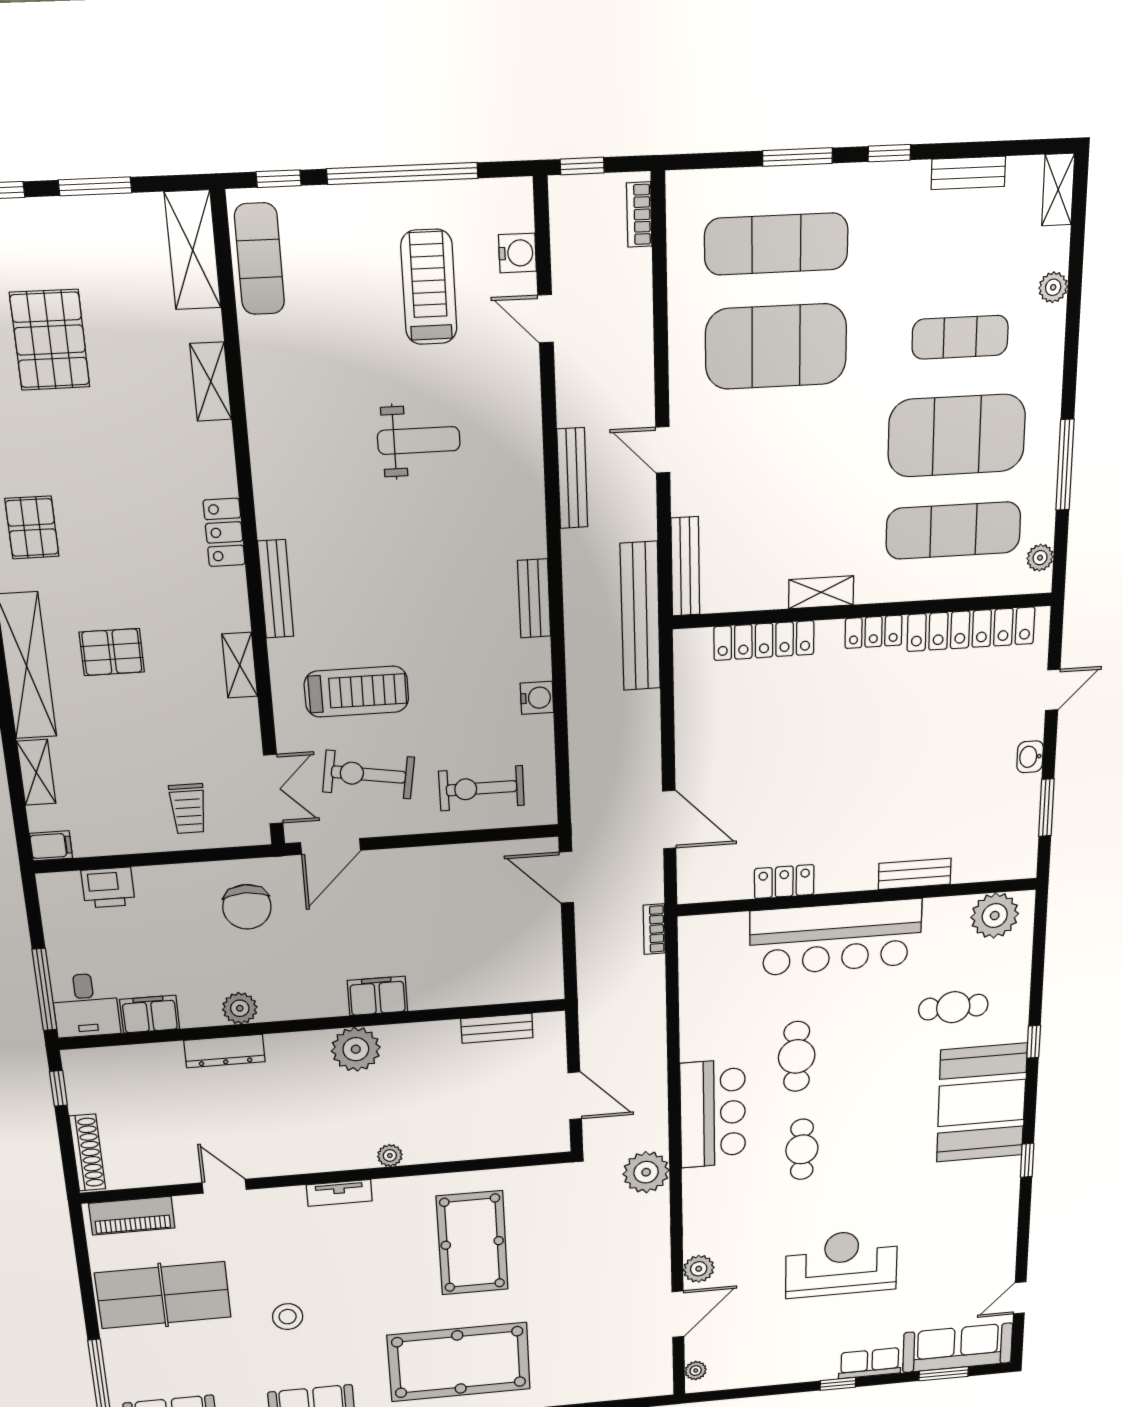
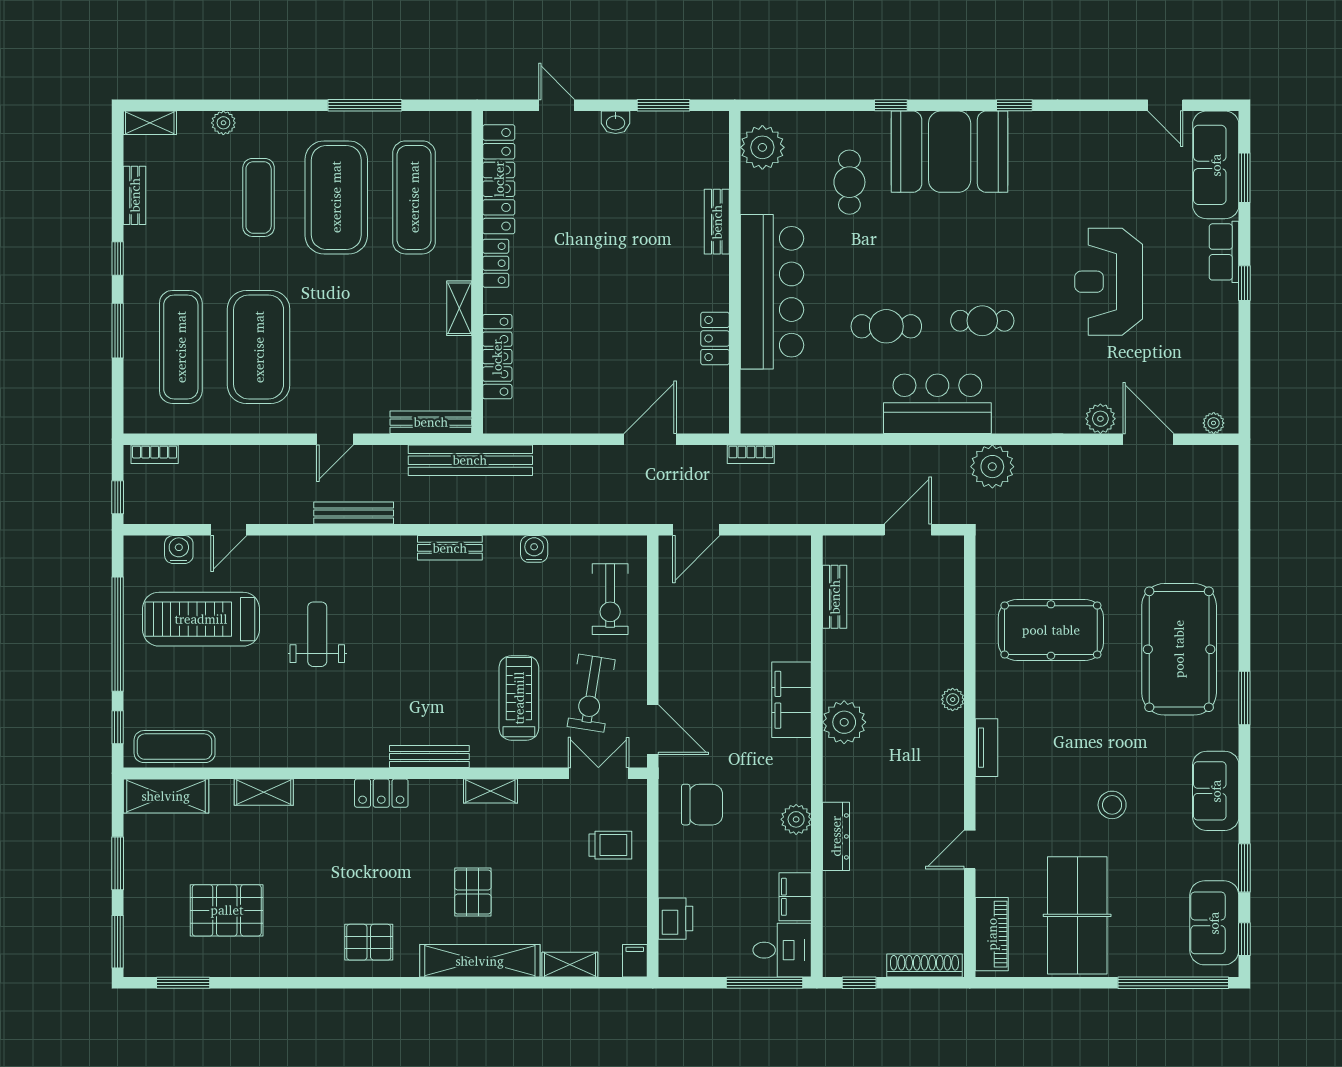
treadmill: (429, 287) -> (201, 619), width x1.37, depth x1.38
plant: (1040, 558) -> (441, 122), removed
filing cabinet: (377, 996) -> (792, 700), width x1.50, depth x1.17

